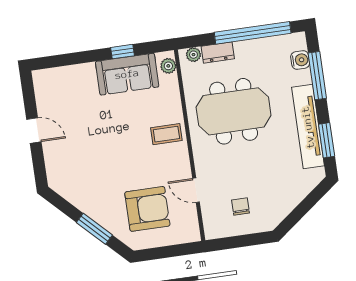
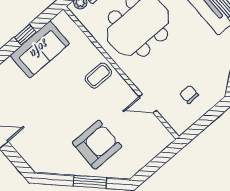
plant: (168, 66) -> (67, 23), removed
armchair: (147, 209) -> (97, 145), moved

